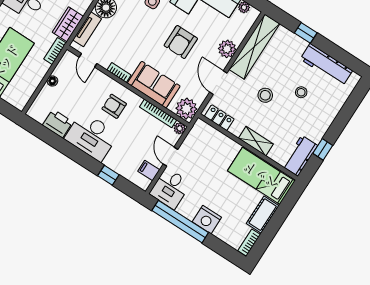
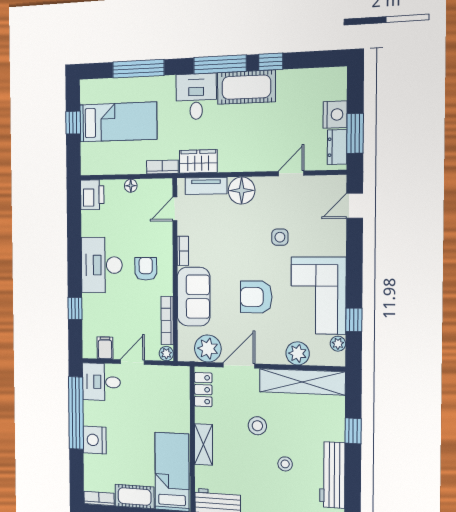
plant: (227, 49) -> (298, 353), moved
plant: (186, 109) -> (208, 349), moved
printer: (58, 124) -> (92, 195), moved

